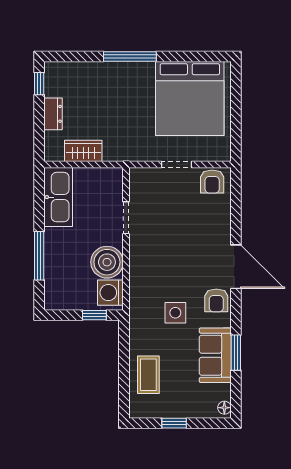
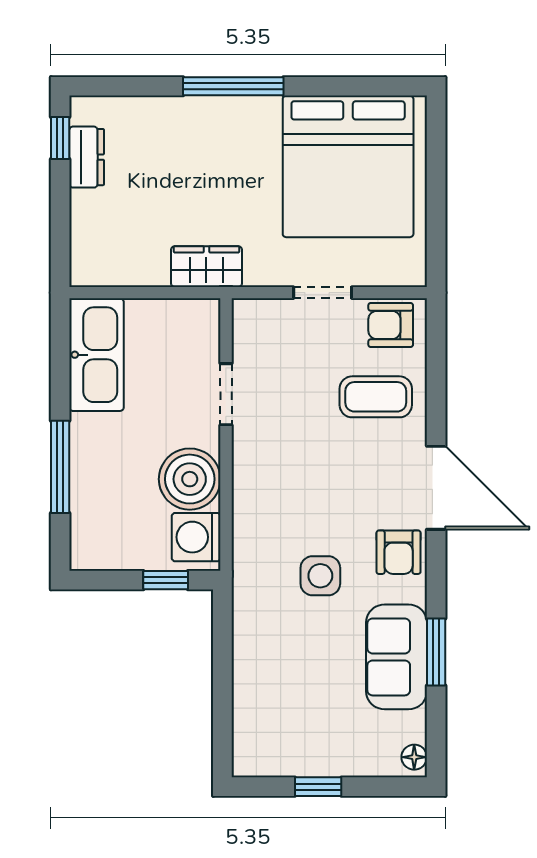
dresser: (53, 114) -> (87, 157), moved
wardrobe: (83, 151) -> (206, 267), moved
armchair: (212, 182) -> (391, 325), turned 90
coffee table: (148, 375) -> (376, 397), moved, turned 90

